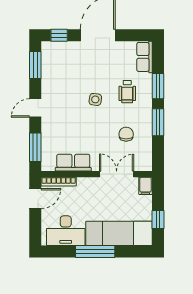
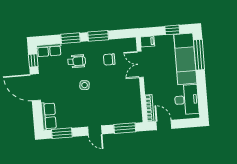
window: (59, 35) -> (33, 61), moved
row of seats: (73, 163) -> (49, 116), moved, turned 180
window: (95, 252) -> (199, 55), moved

